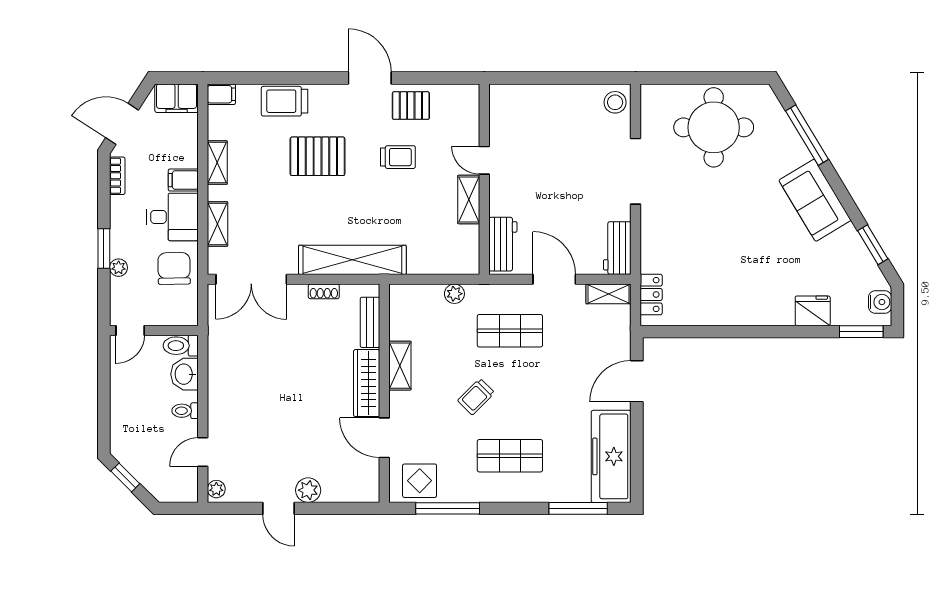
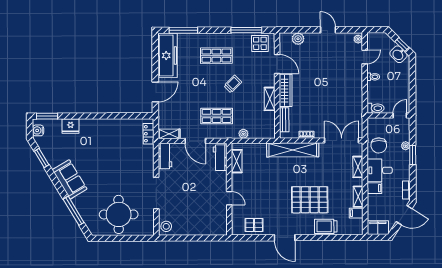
filing cabinet: (221, 94) -> (356, 213), moved
trolley: (285, 101) -> (326, 226), turned 180
pallet: (411, 106) -> (254, 225), moved
pallet: (318, 156) -> (310, 200), width x1.37, depth x1.41
trolley: (398, 157) -> (271, 200), removed
shelving: (469, 199) -> (237, 161), moved
washbasin: (185, 374) -> (398, 54), moved, turned 135
plant: (308, 490) -> (298, 39), moved

